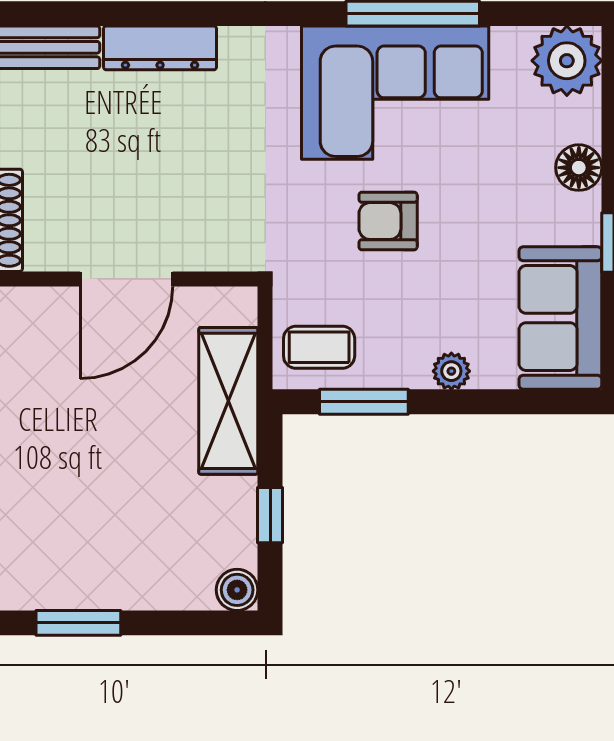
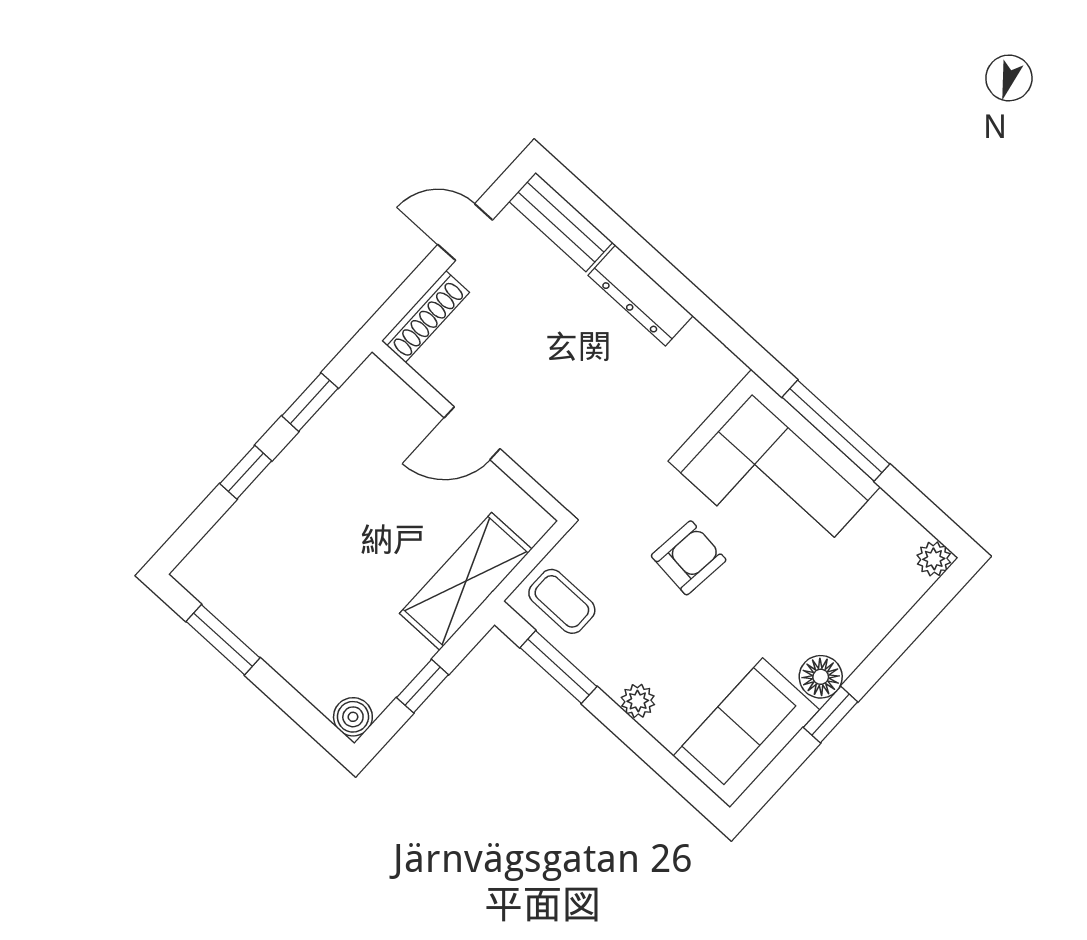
plant: (567, 61) -> (934, 559), width x0.53, depth x0.53
floor lamp: (579, 168) -> (821, 677), moved
armchair: (388, 221) -> (689, 558), turned 96
door: (126, 279) -> (472, 433), width x0.73

